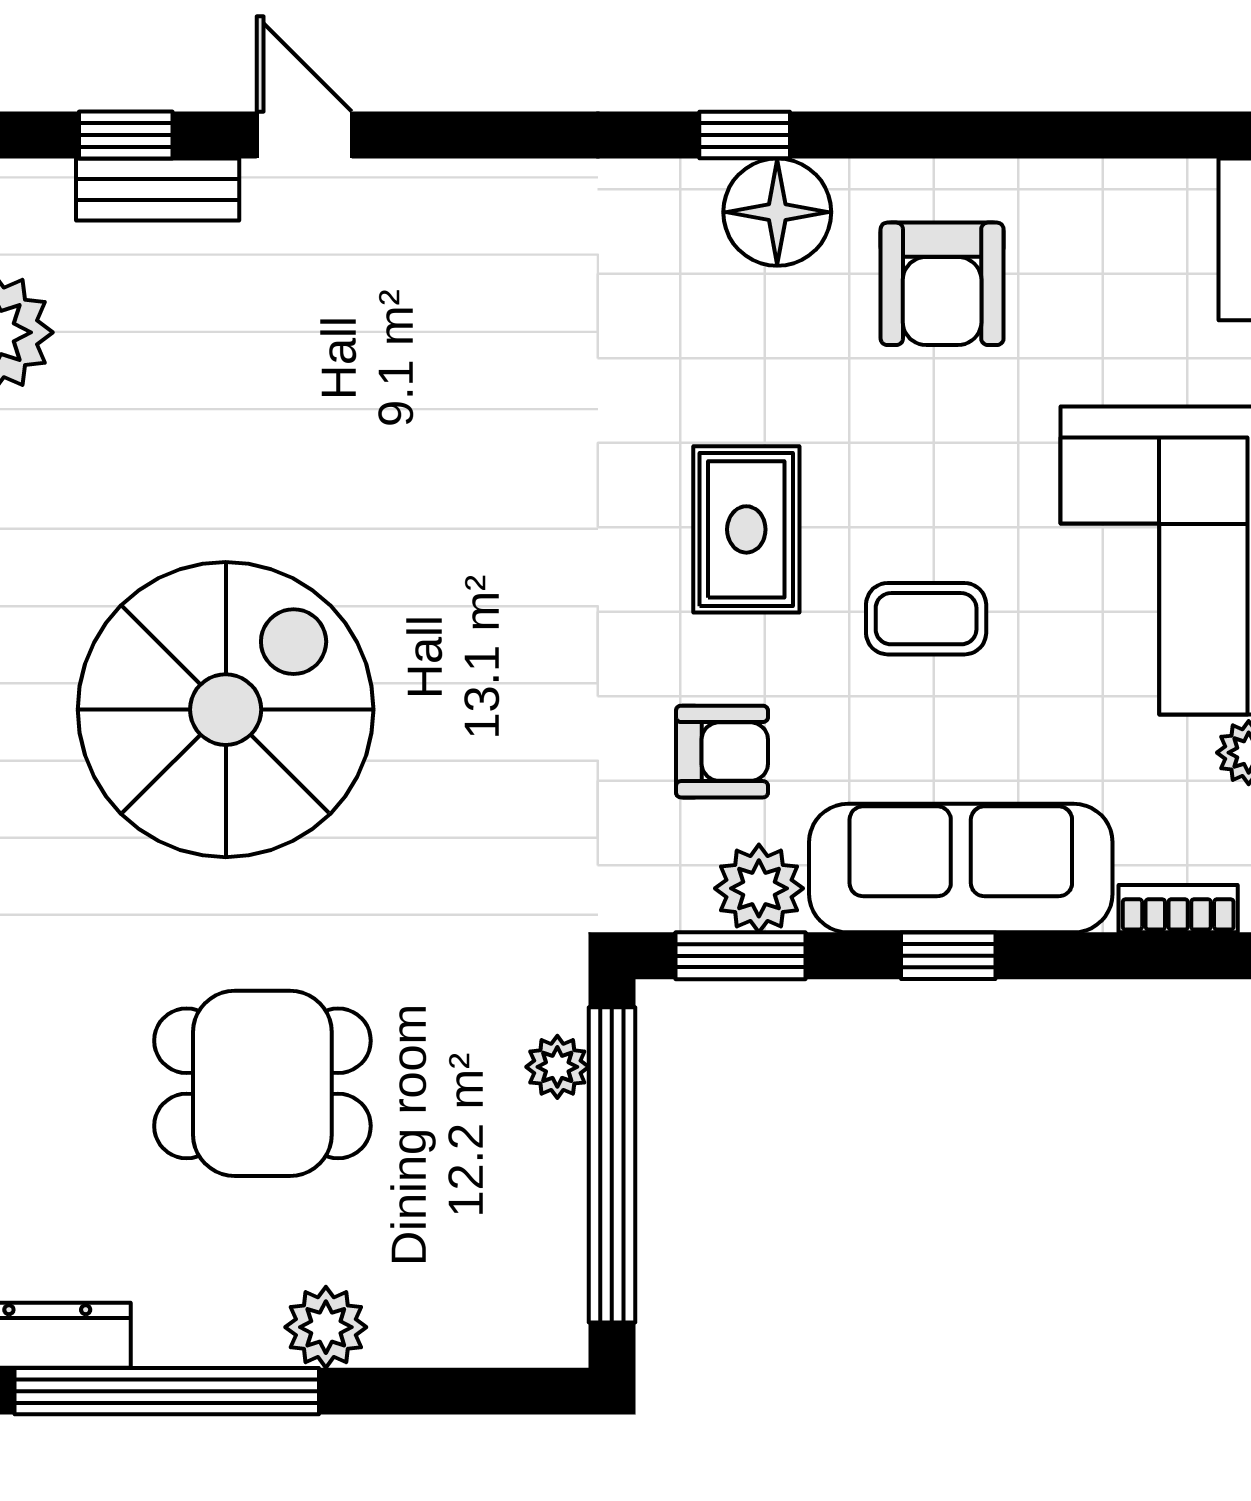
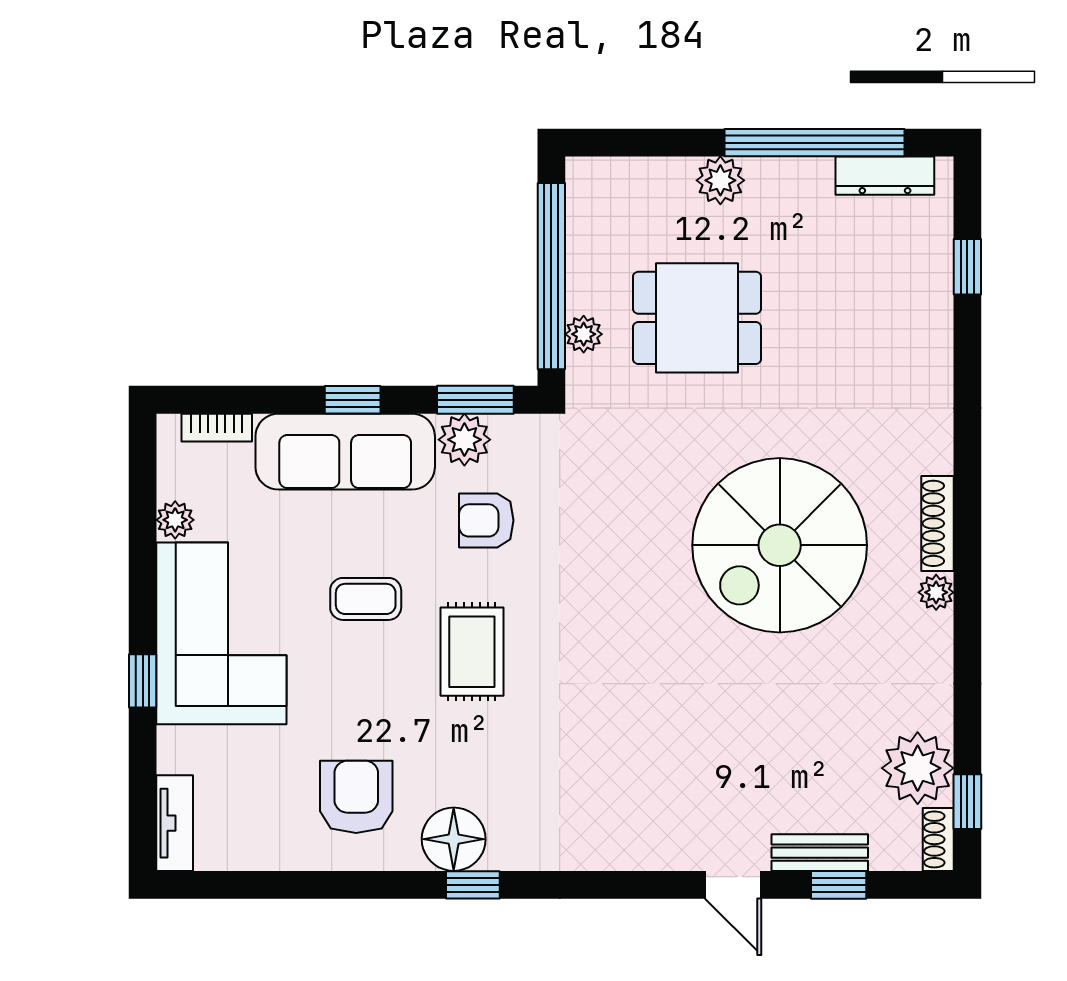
dining table: (262, 1083) -> (697, 318), moved

